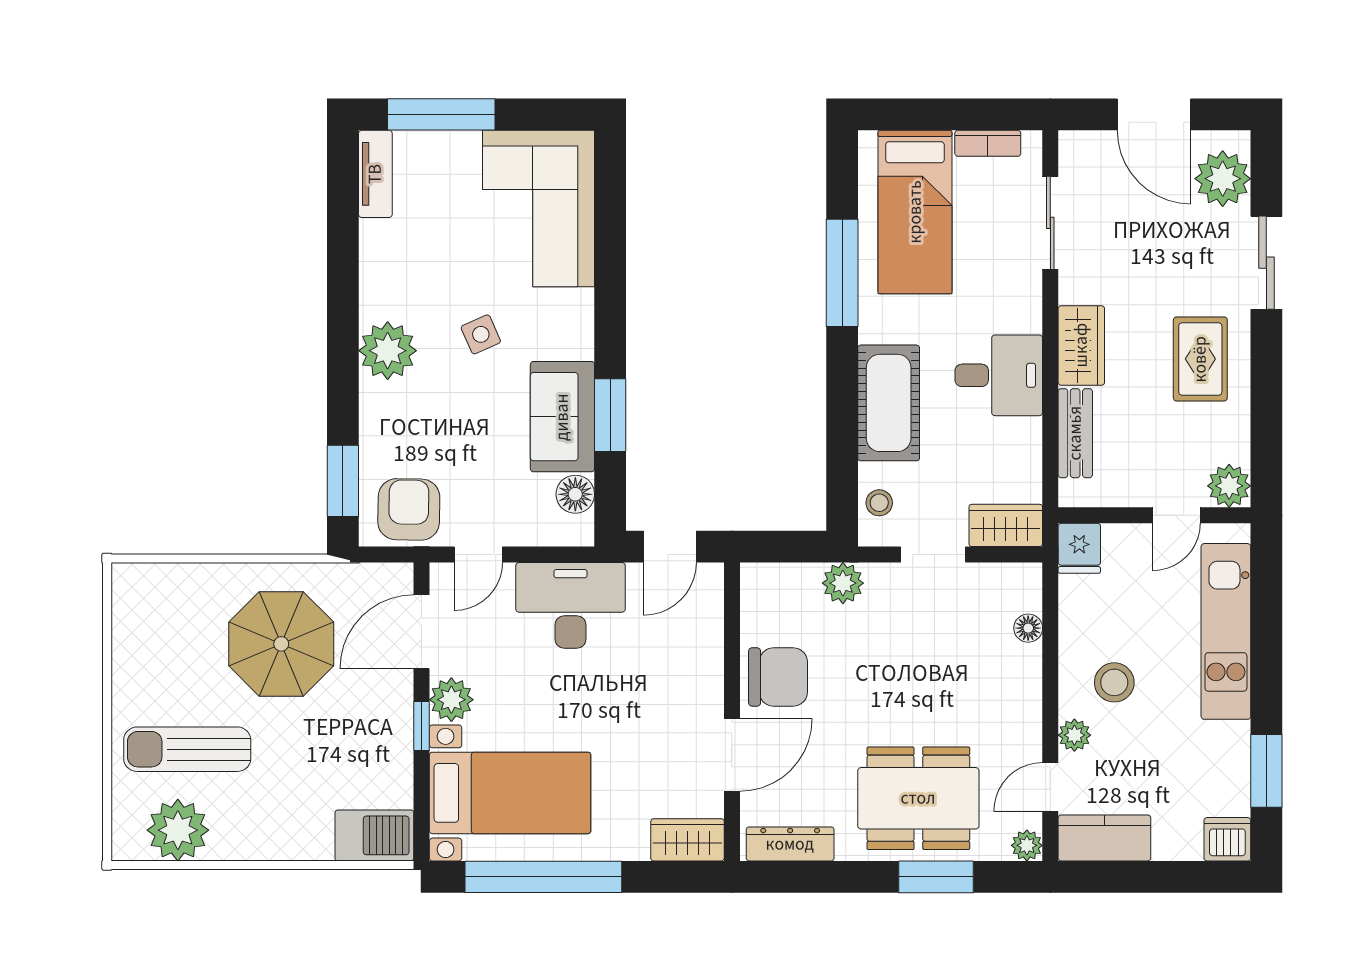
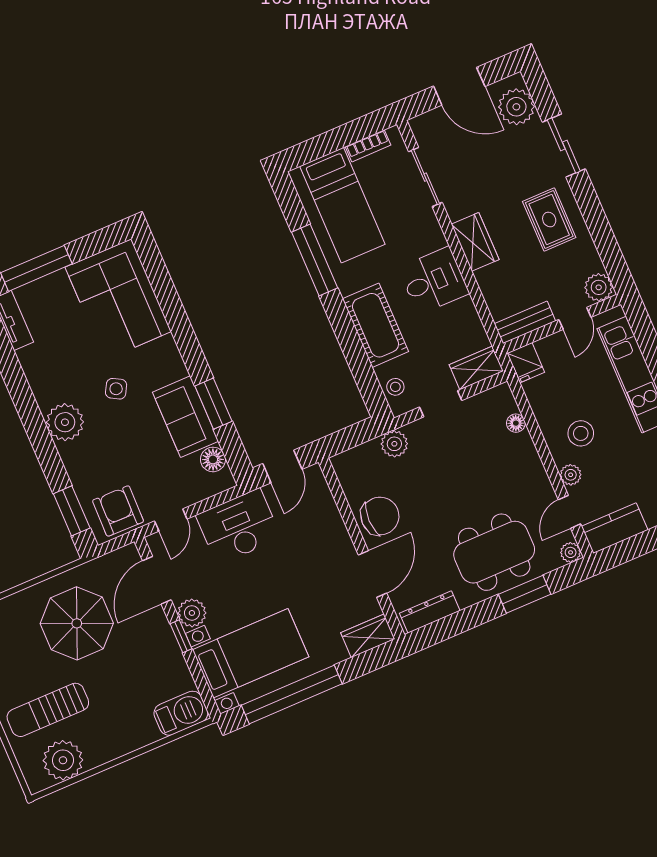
side table: (481, 334) -> (116, 389), turned -36
bench: (1075, 433) -> (525, 322), moved, turned 90

